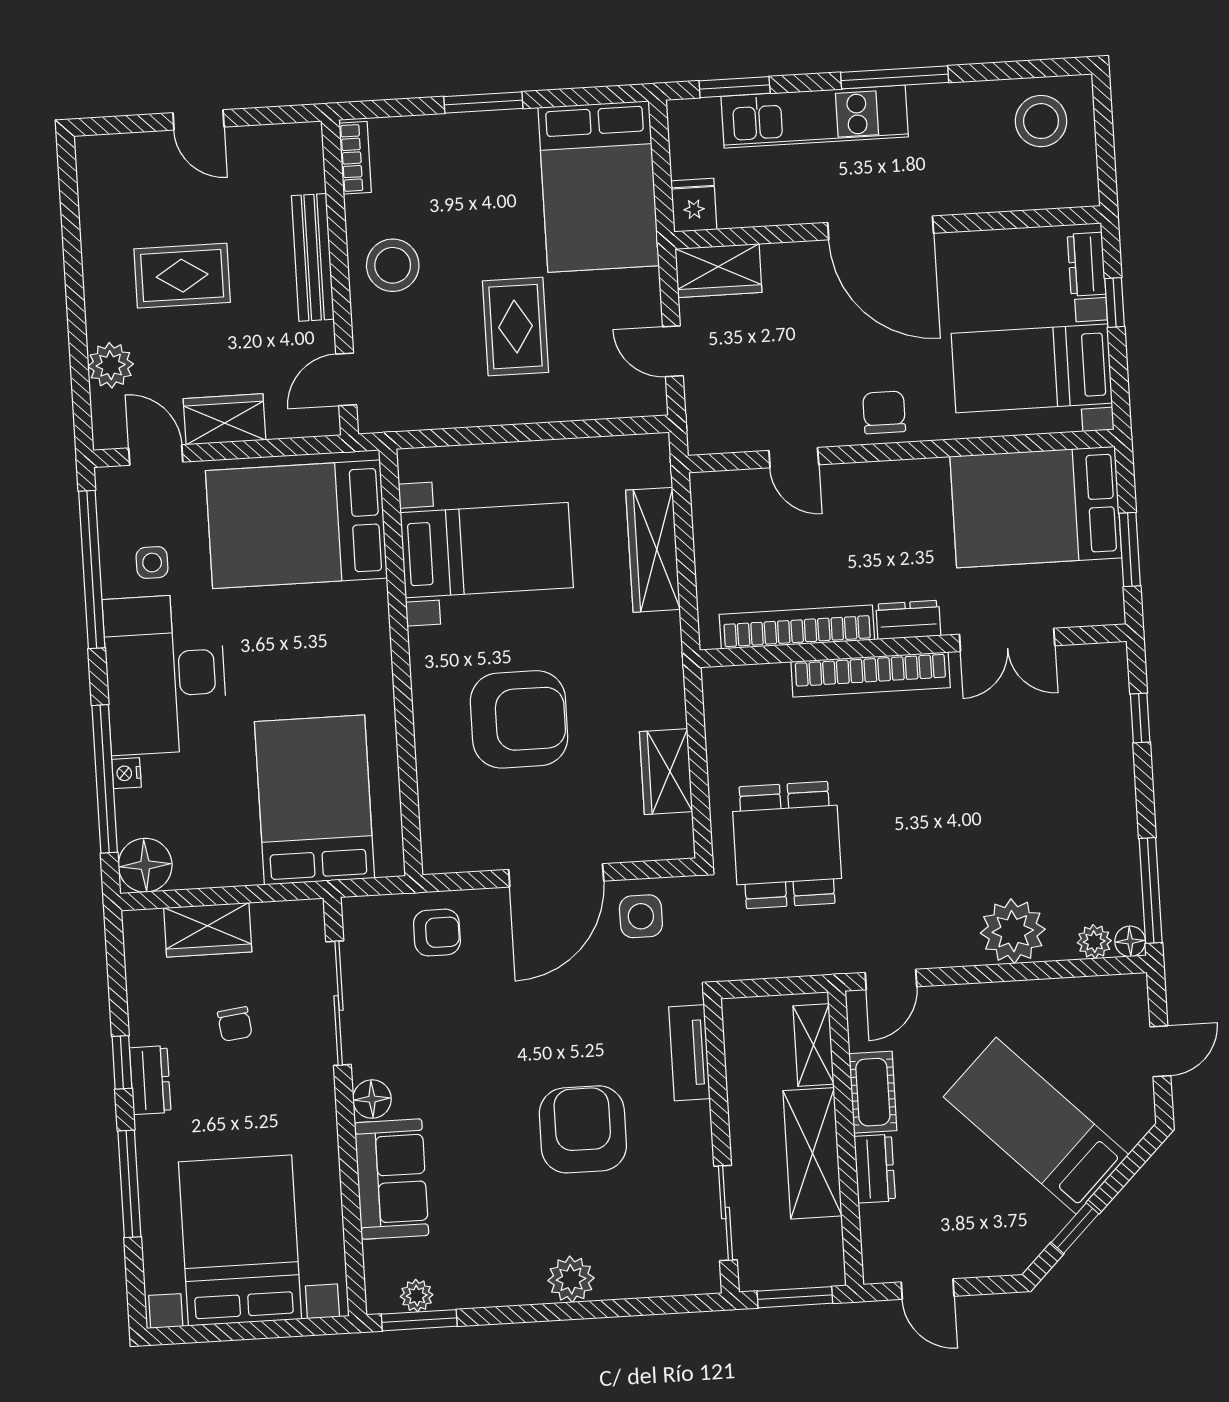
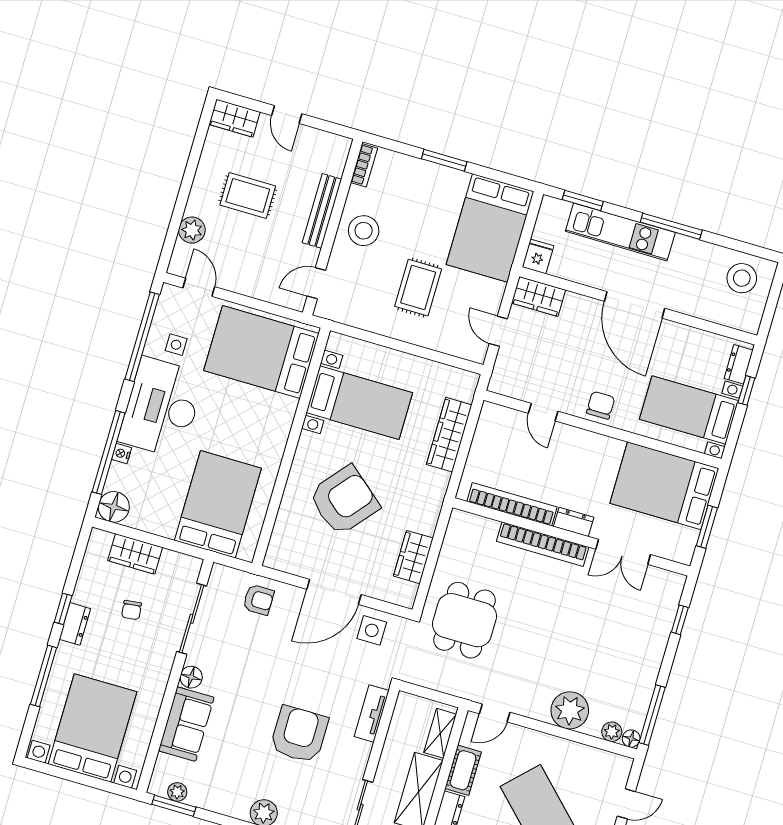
wardrobe: (224, 419) -> (235, 118), moved, turned 180
armchair: (519, 719) -> (344, 500), turned -50

